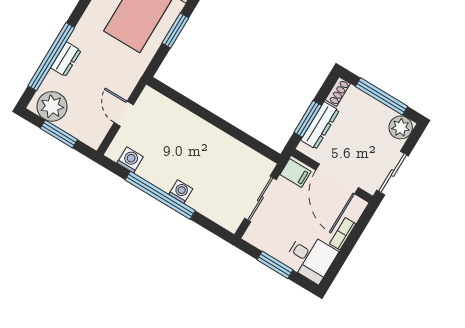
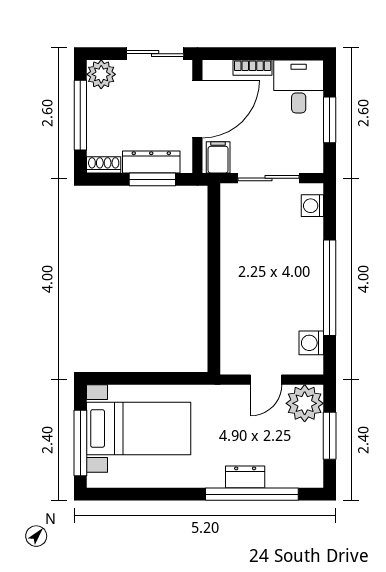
window: (175, 30) -> (143, 378), removed
plant: (52, 106) -> (305, 403), moved
washing machine: (181, 192) -> (312, 206), moved

